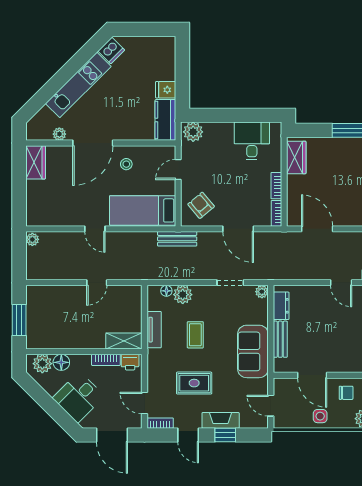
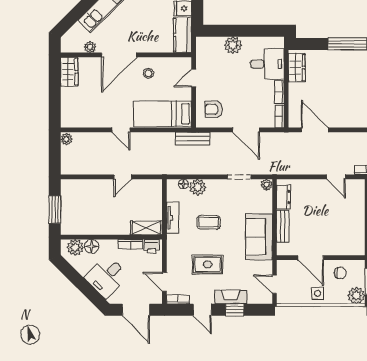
plant: (193, 132) -> (233, 45), moved
desk: (252, 141) -> (267, 64), moved, turned 90
armchair: (201, 205) -> (214, 109), turned -50
coffee table: (195, 335) -> (209, 222), turned 90

